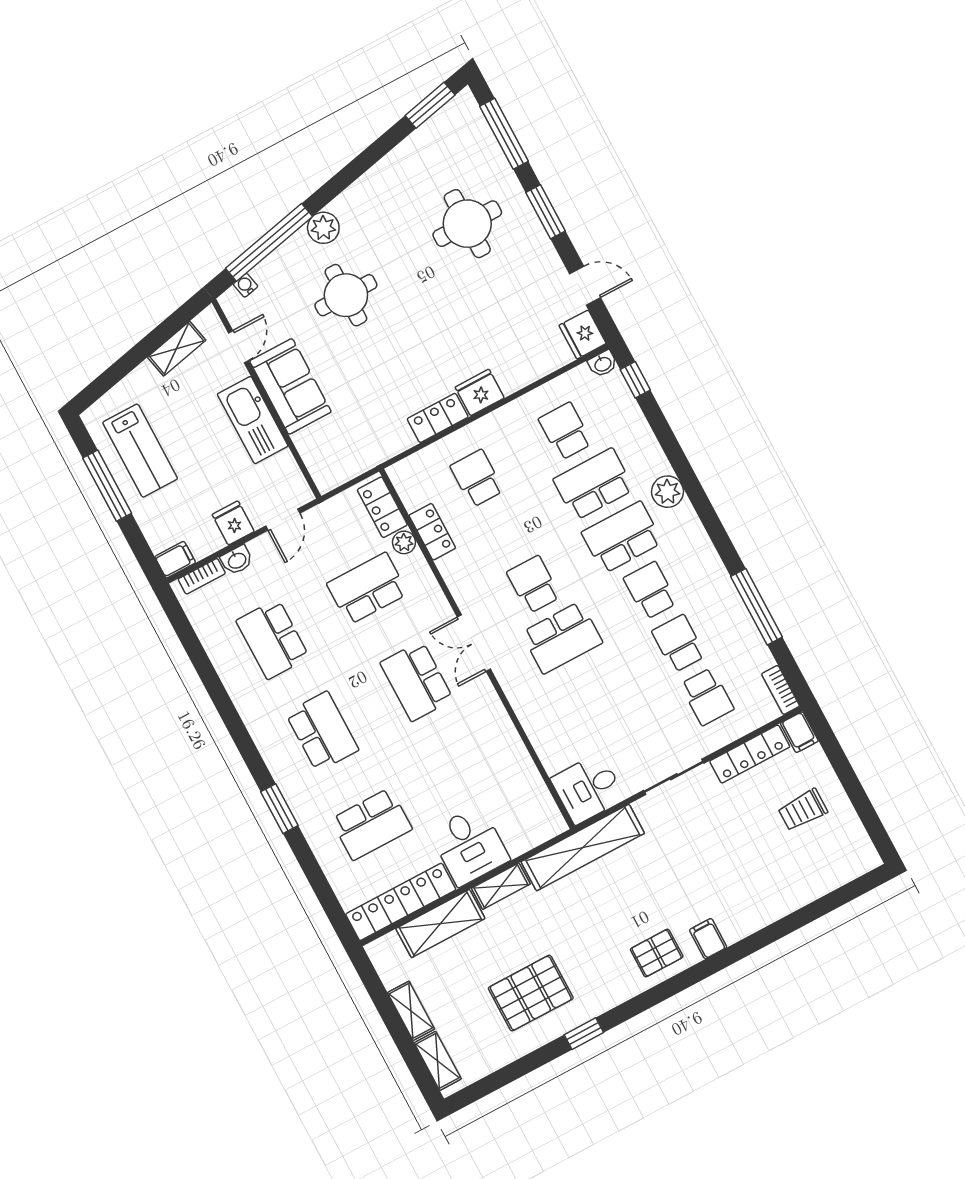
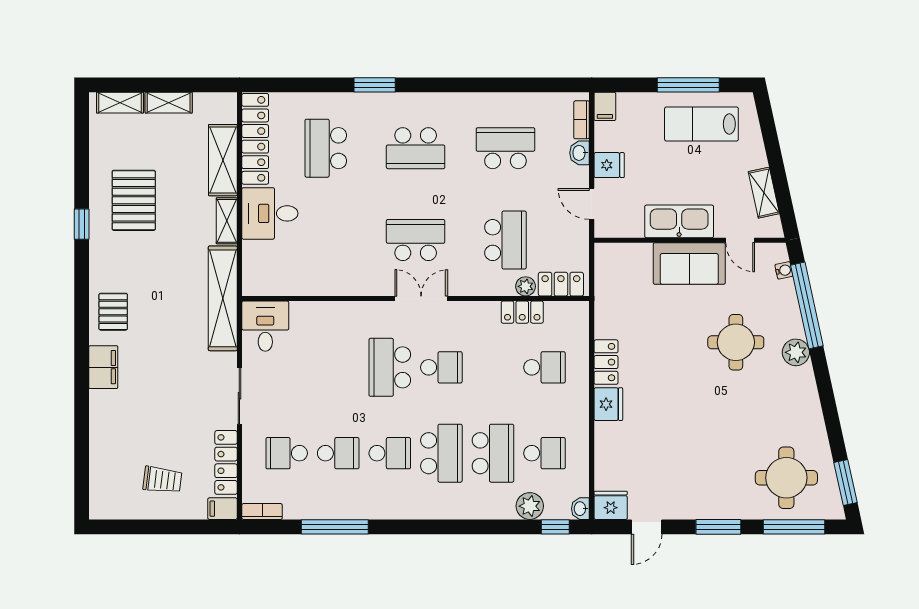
round table: (467, 224) -> (786, 478), moved
plant: (667, 492) -> (530, 506), moved
trolley: (803, 810) -> (162, 480), turned 97
filing cabinet: (708, 939) -> (103, 367), width x2.00

